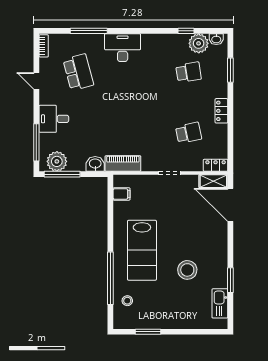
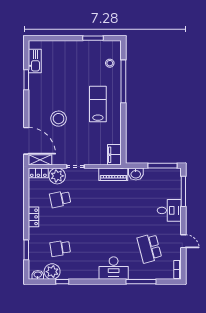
plant: (57, 161) -> (57, 176), moved
filing cabinet: (122, 194) -> (114, 155), width x2.00
lab bench: (142, 250) -> (98, 104), width x0.73, depth x0.72
stool: (187, 270) -> (59, 119), moved

